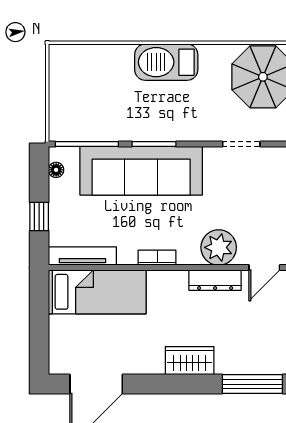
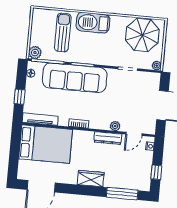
sun lounger: (110, 86) -> (63, 32), added
plant: (61, 129) -> (35, 53), added
plant: (219, 247) -> (115, 126), width x0.53, depth x0.53
bed: (97, 292) -> (46, 144), width x1.50

